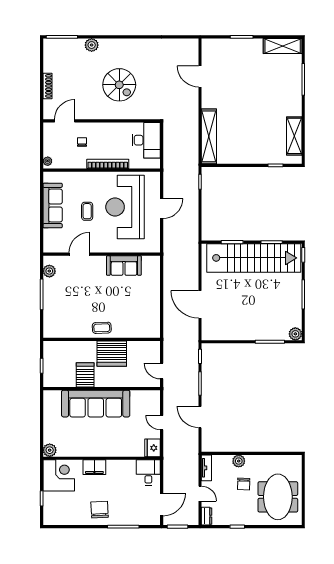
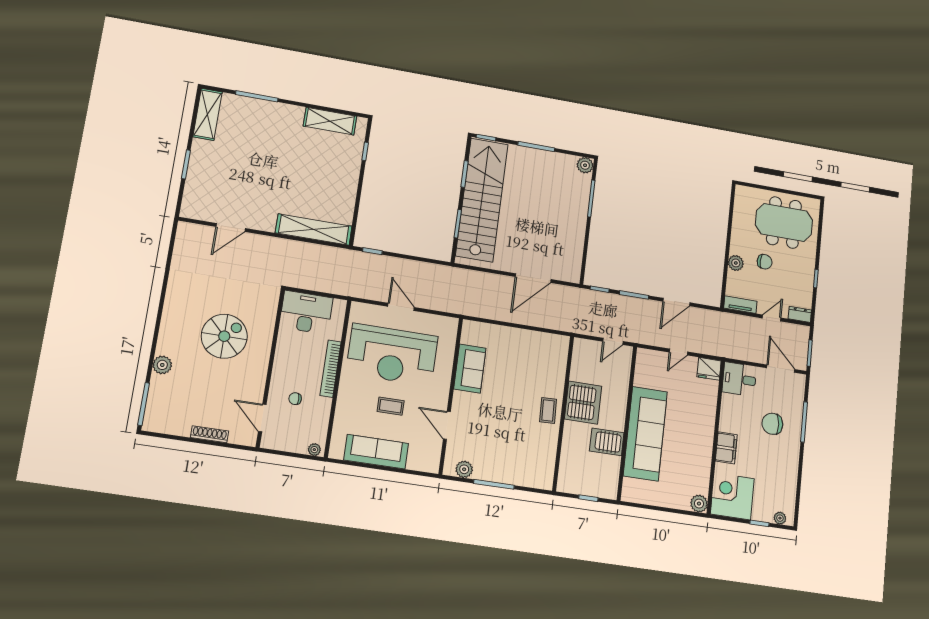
chair: (100, 510) -> (772, 424), moved
plant: (48, 514) -> (780, 518), added

